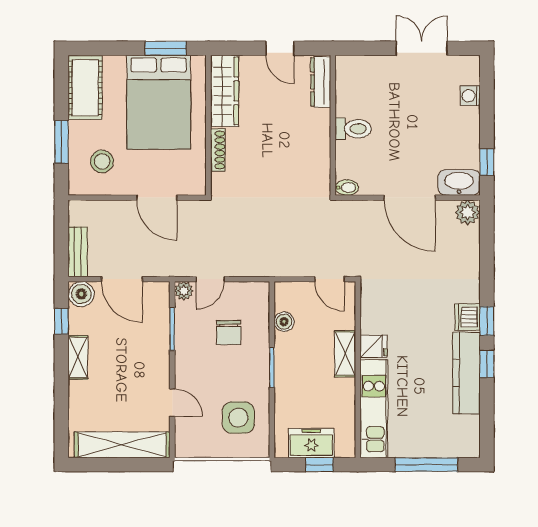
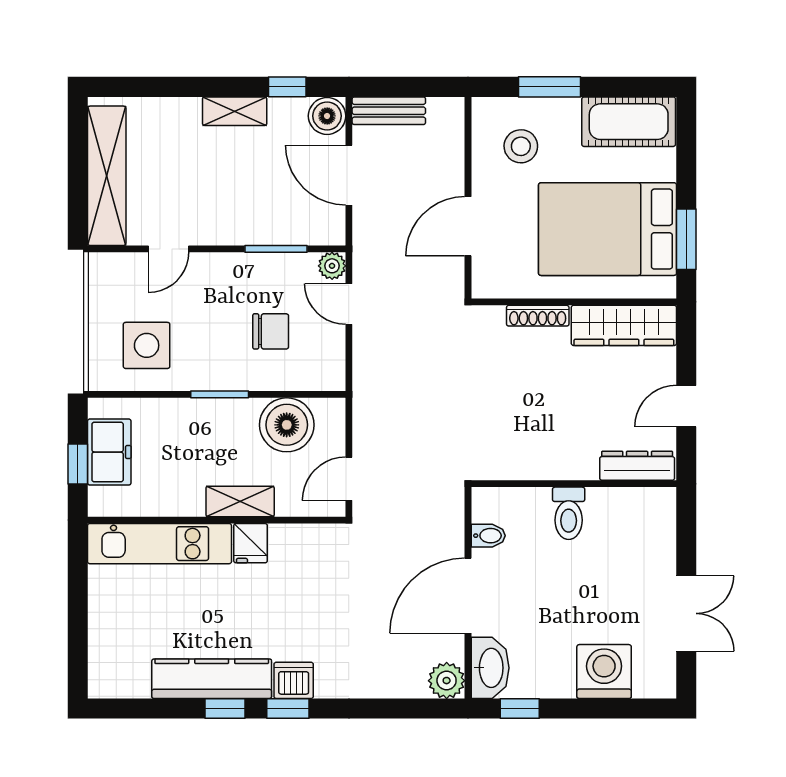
washing machine: (470, 96) -> (604, 672), width x1.89, depth x1.89
bidet: (347, 188) -> (488, 536), moved, turned -90
door: (122, 279) -> (349, 175), hinge flipped
boiler: (284, 322) -> (287, 425), width x1.86, depth x1.86
chair: (229, 333) -> (271, 331), turned 180
window: (426, 465) -> (78, 620), removed

